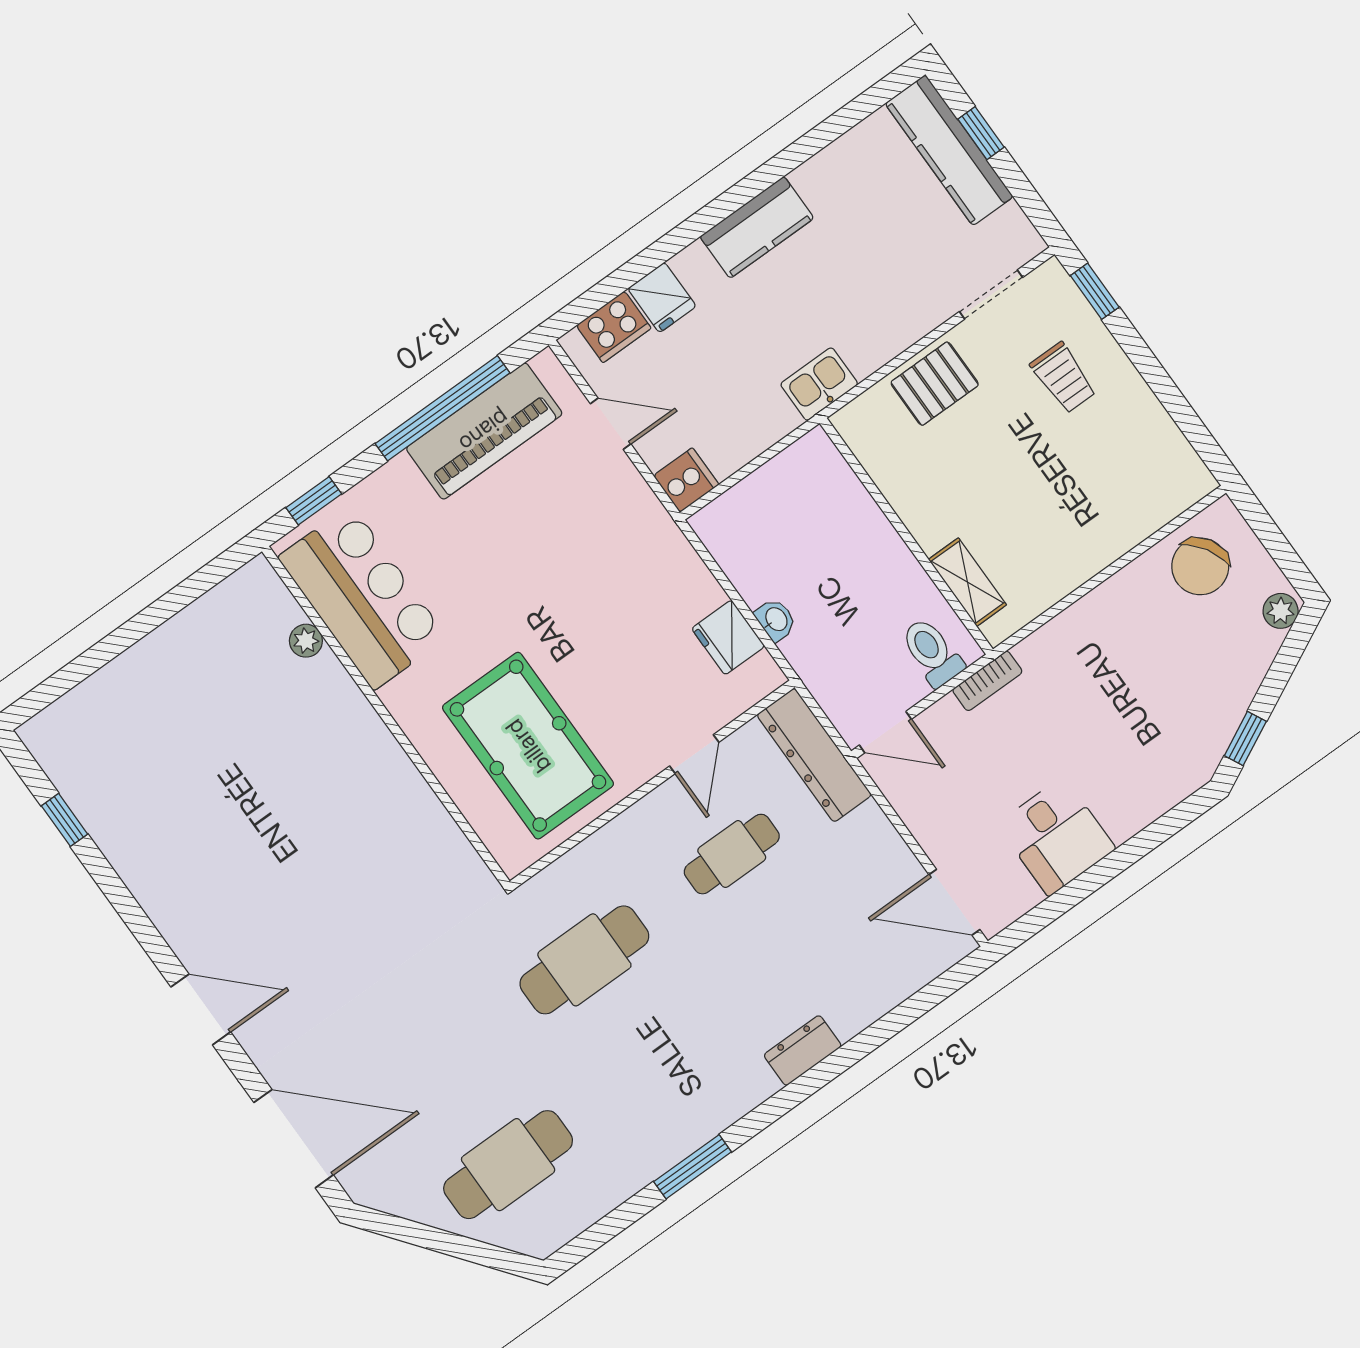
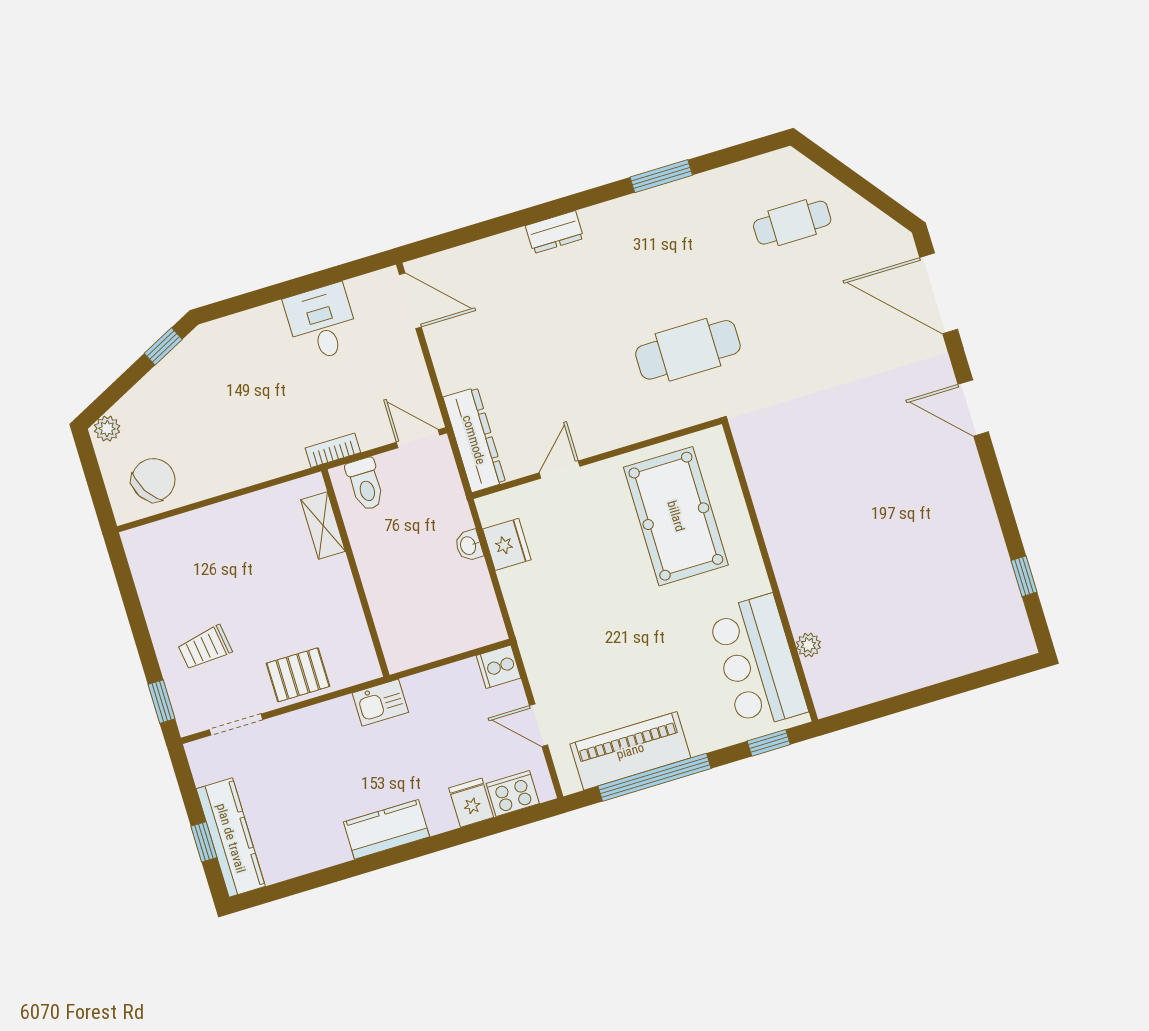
trolley: (1063, 378) -> (205, 648), turned -98
cafe table: (732, 854) -> (557, 389), removed
cafe table: (508, 1165) -> (792, 223), width x0.73, depth x0.74

